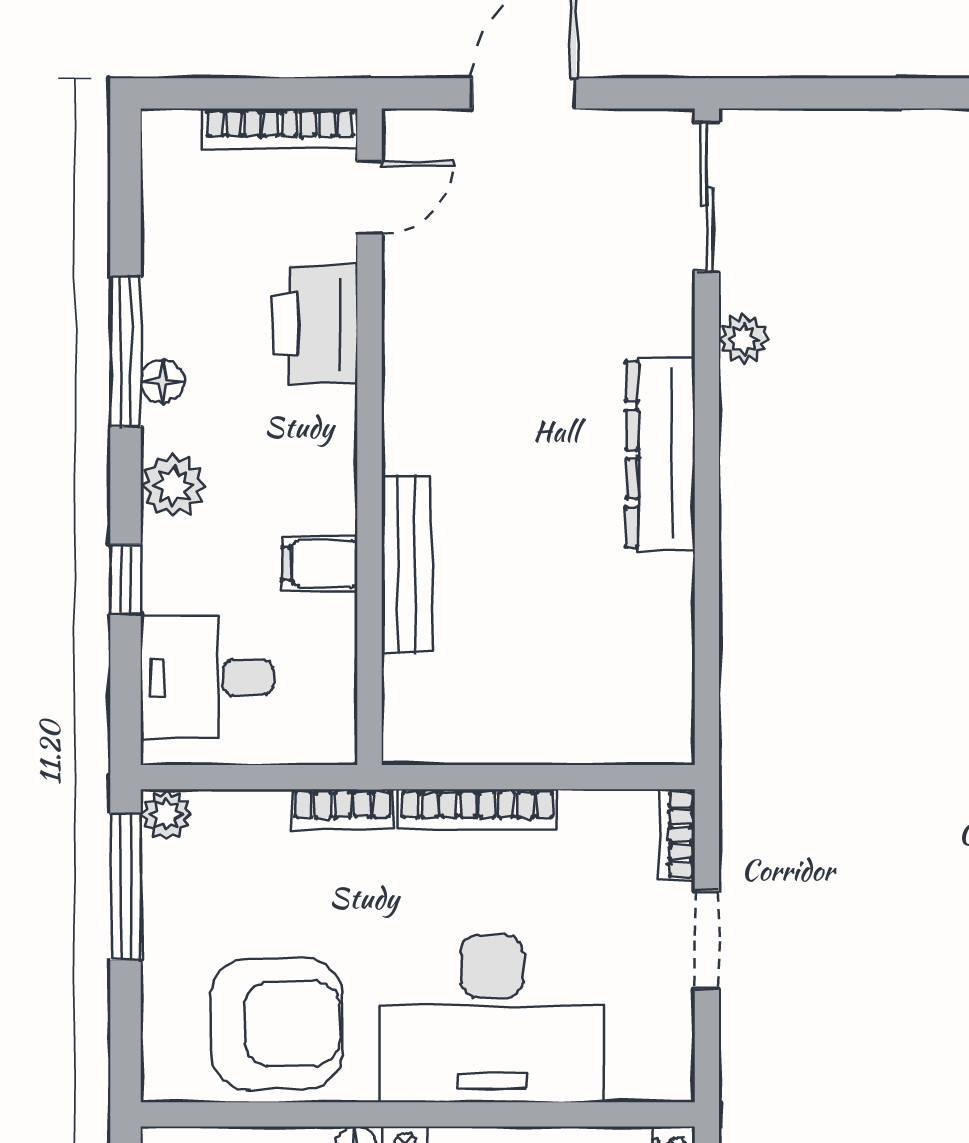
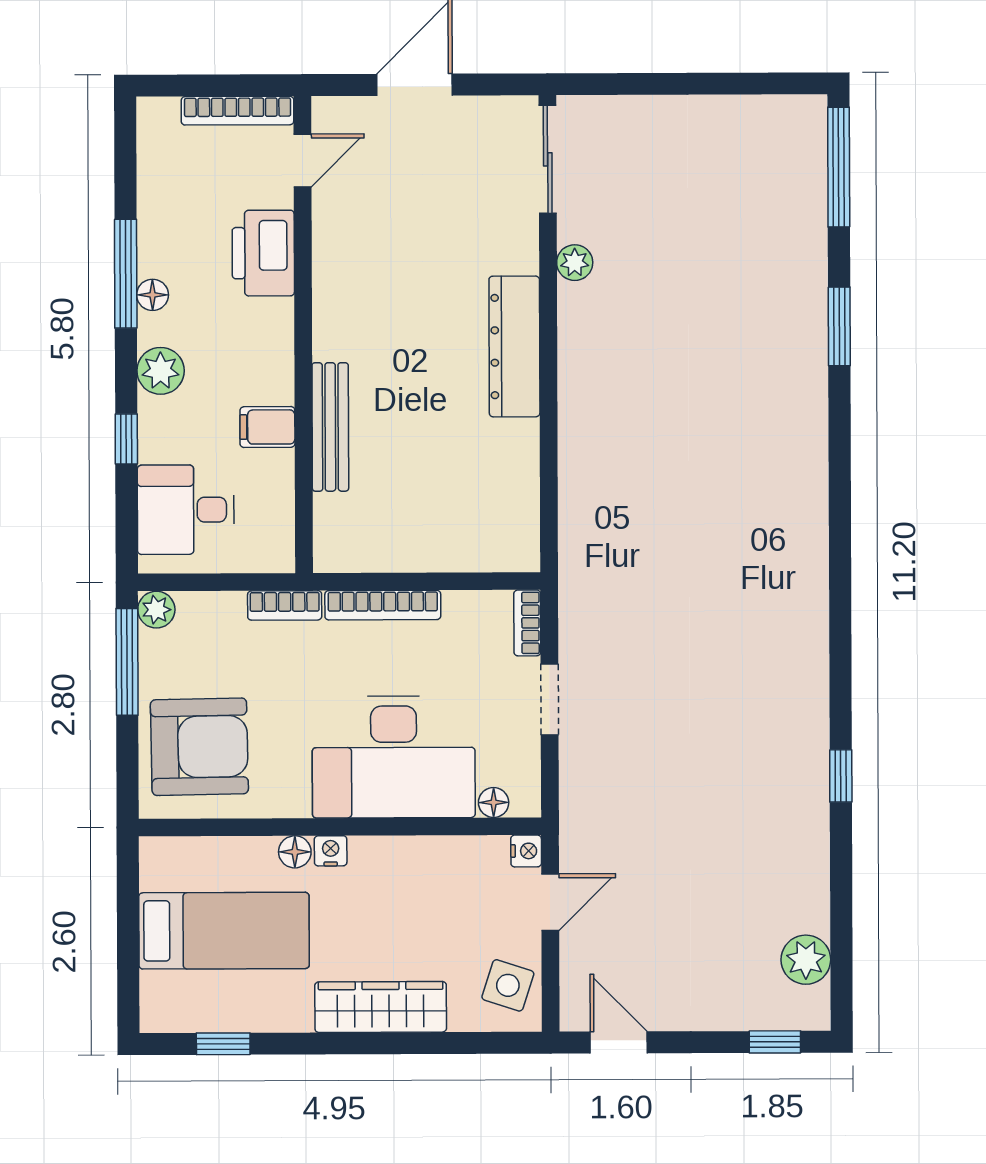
armchair: (276, 1024) -> (199, 747), moved
floor lamp: (629, 1082) -> (494, 802), added

